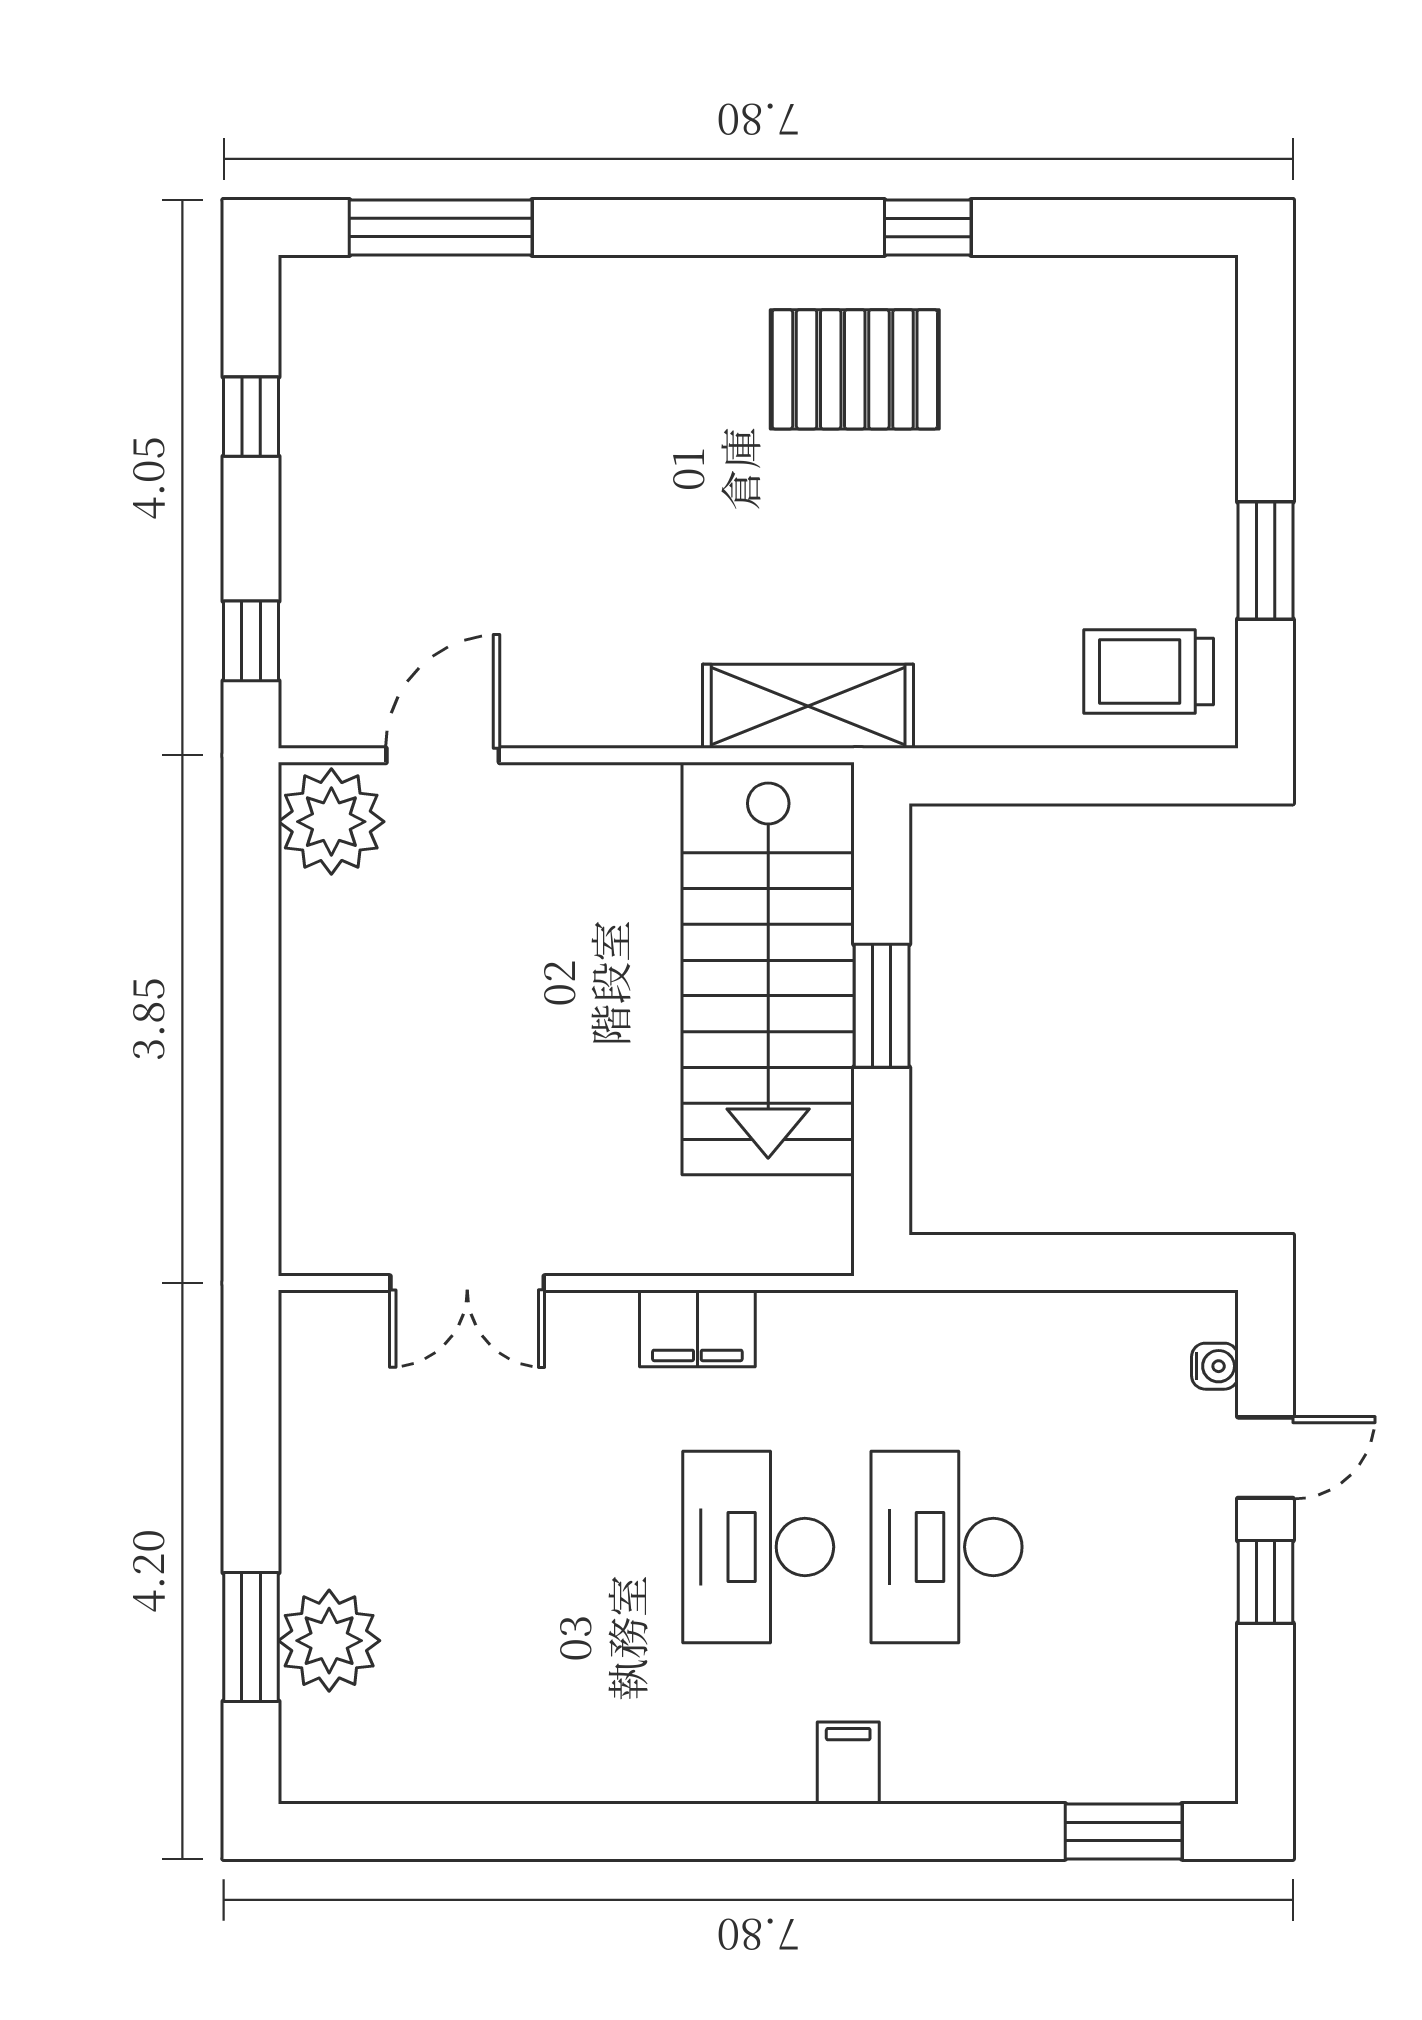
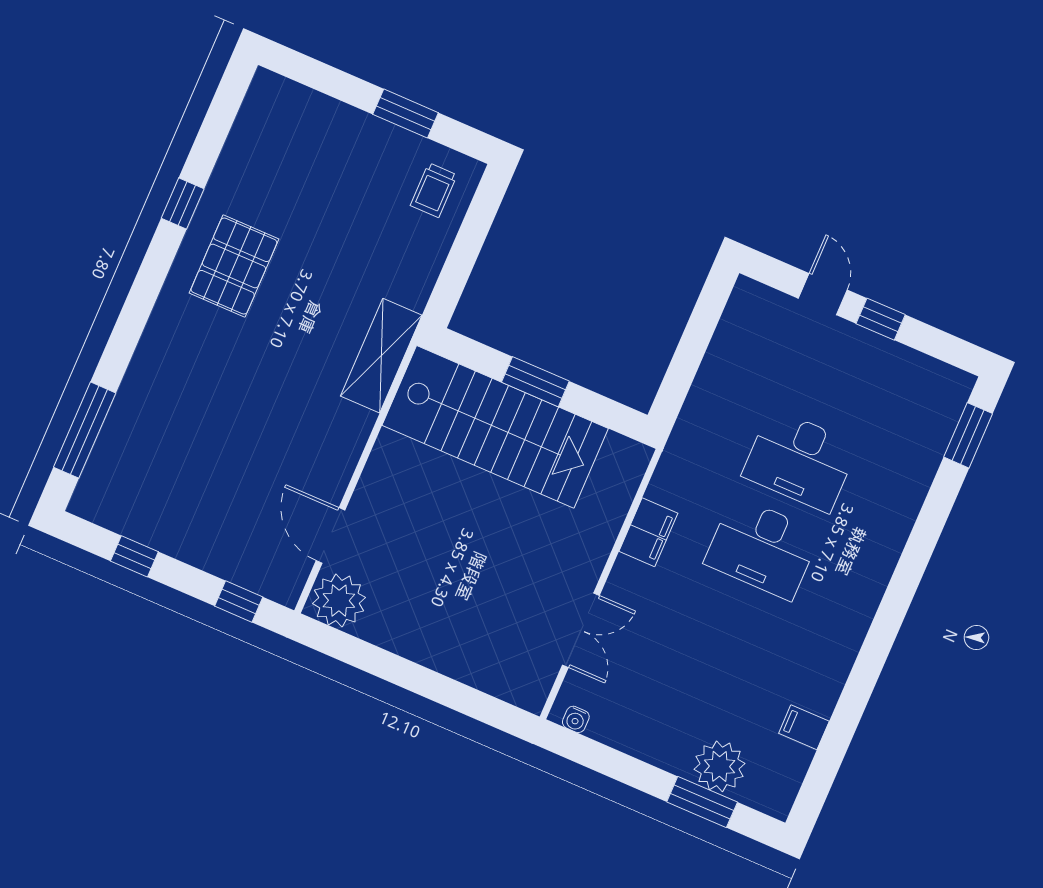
trolley: (1149, 671) -> (434, 190), width x0.73, depth x0.72
water cooler: (1215, 1366) -> (576, 719), moved, turned 180
filing cabinet: (848, 1763) -> (804, 727), moved

